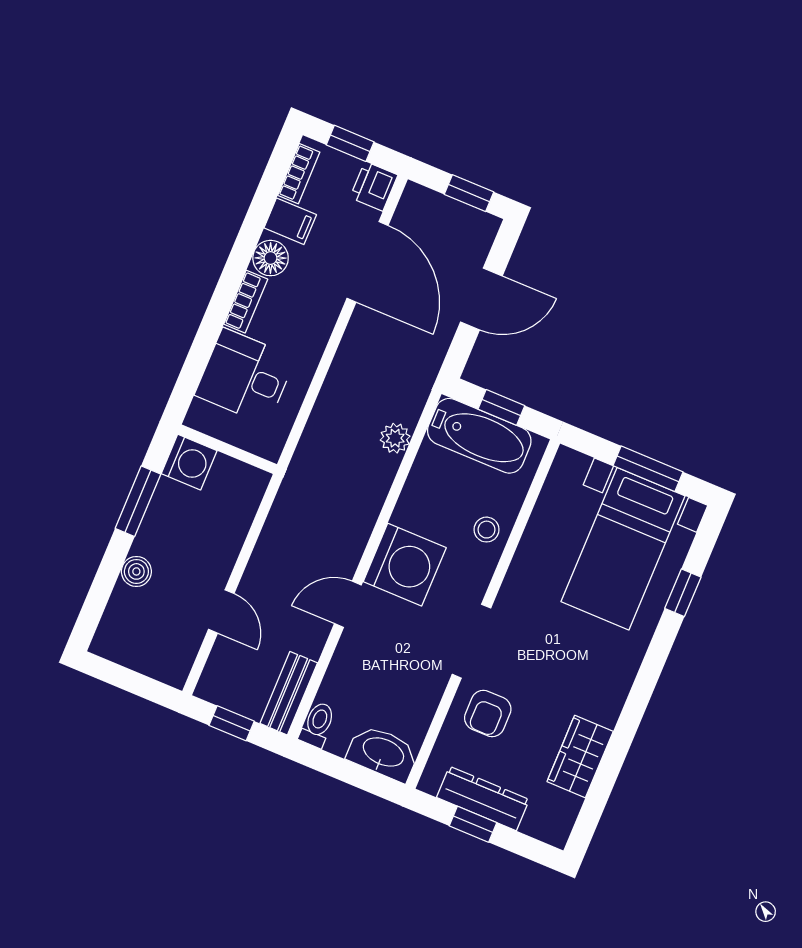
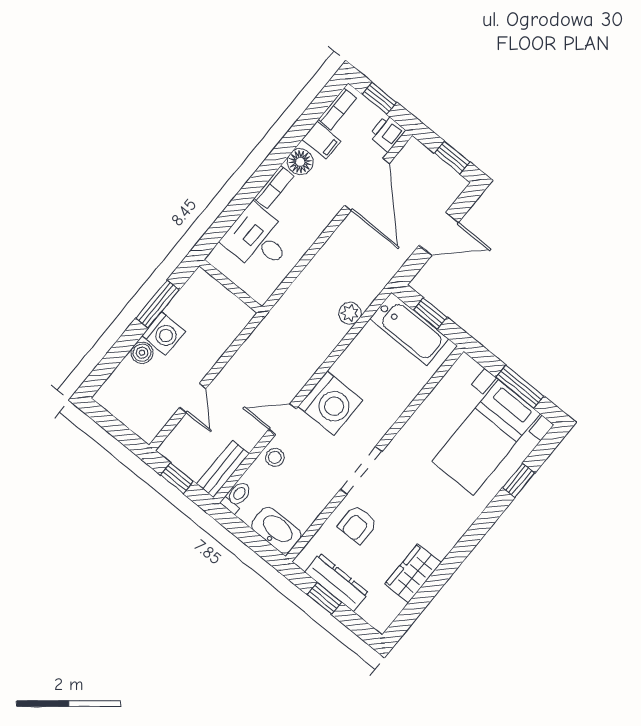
washing machine: (189, 462) -> (164, 334), moved
stool: (487, 530) -> (275, 457), moved

